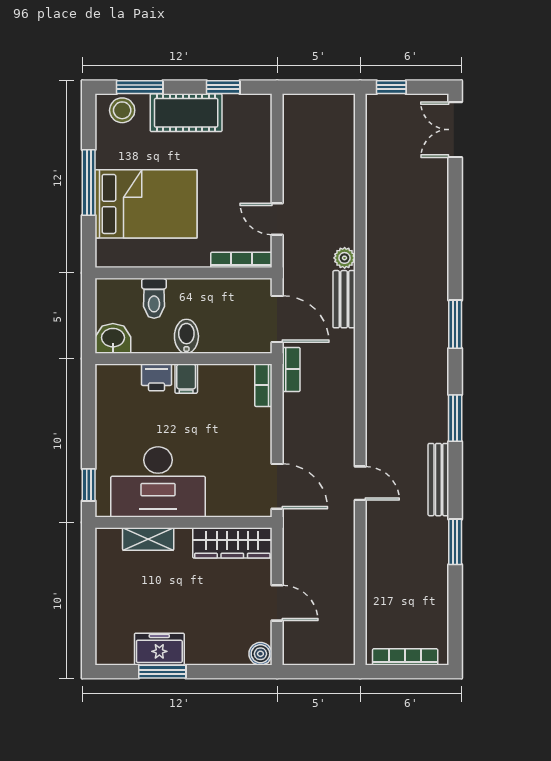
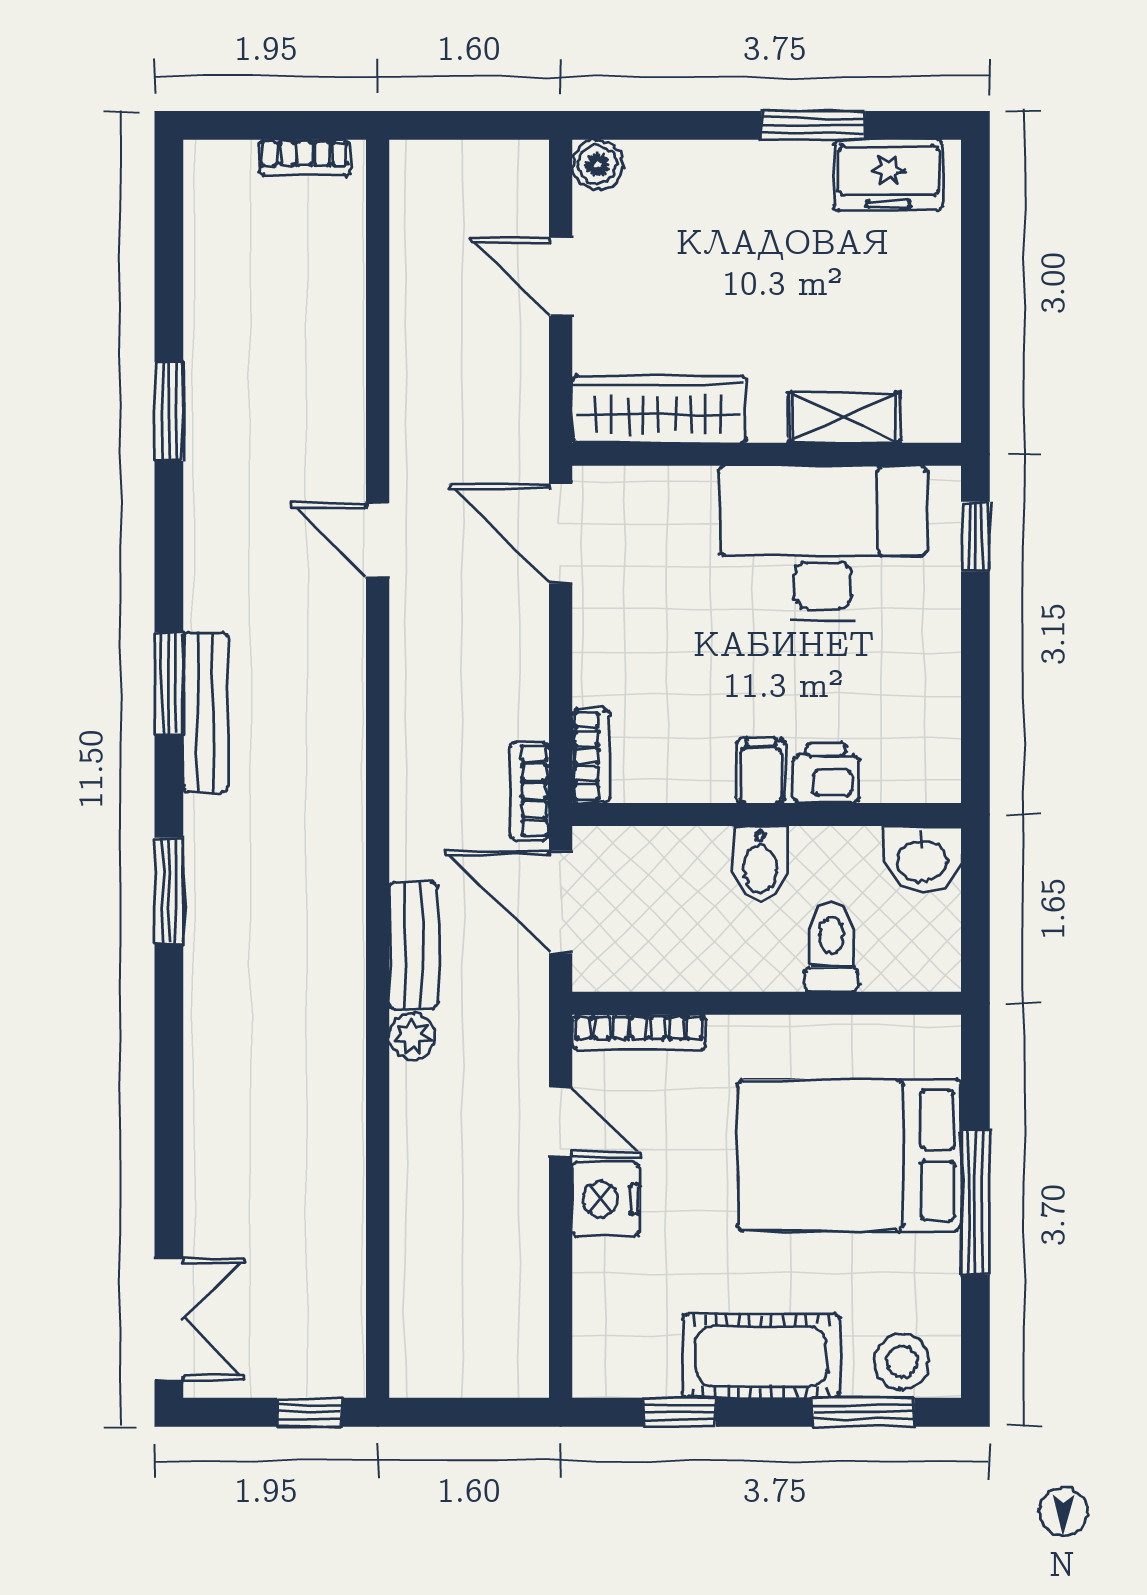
nightstand: (257, 184) -> (606, 1199), added
bench: (438, 480) -> (206, 712), moved
freezer: (159, 649) -> (889, 175), moved
bookcase: (405, 657) -> (304, 158), width x0.64

